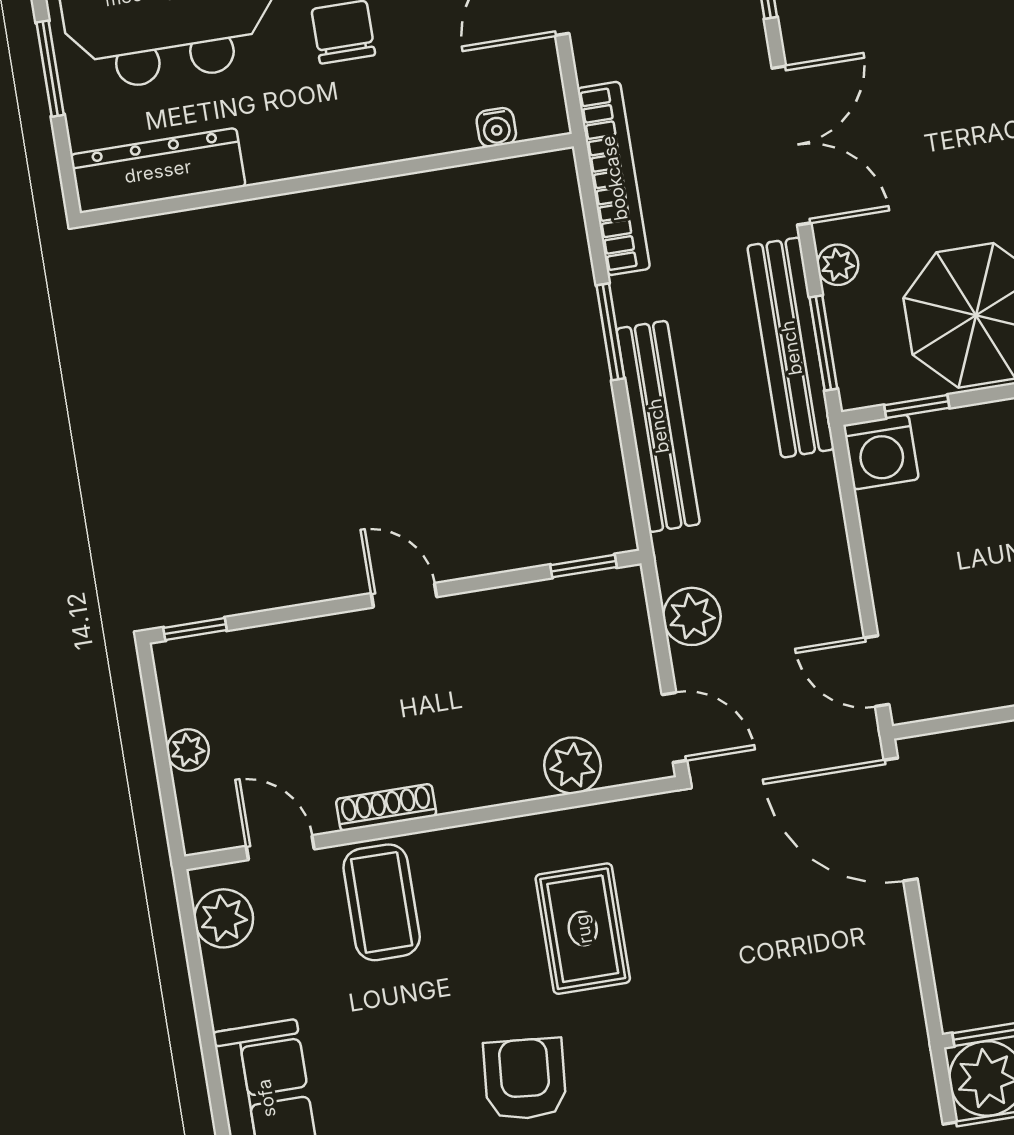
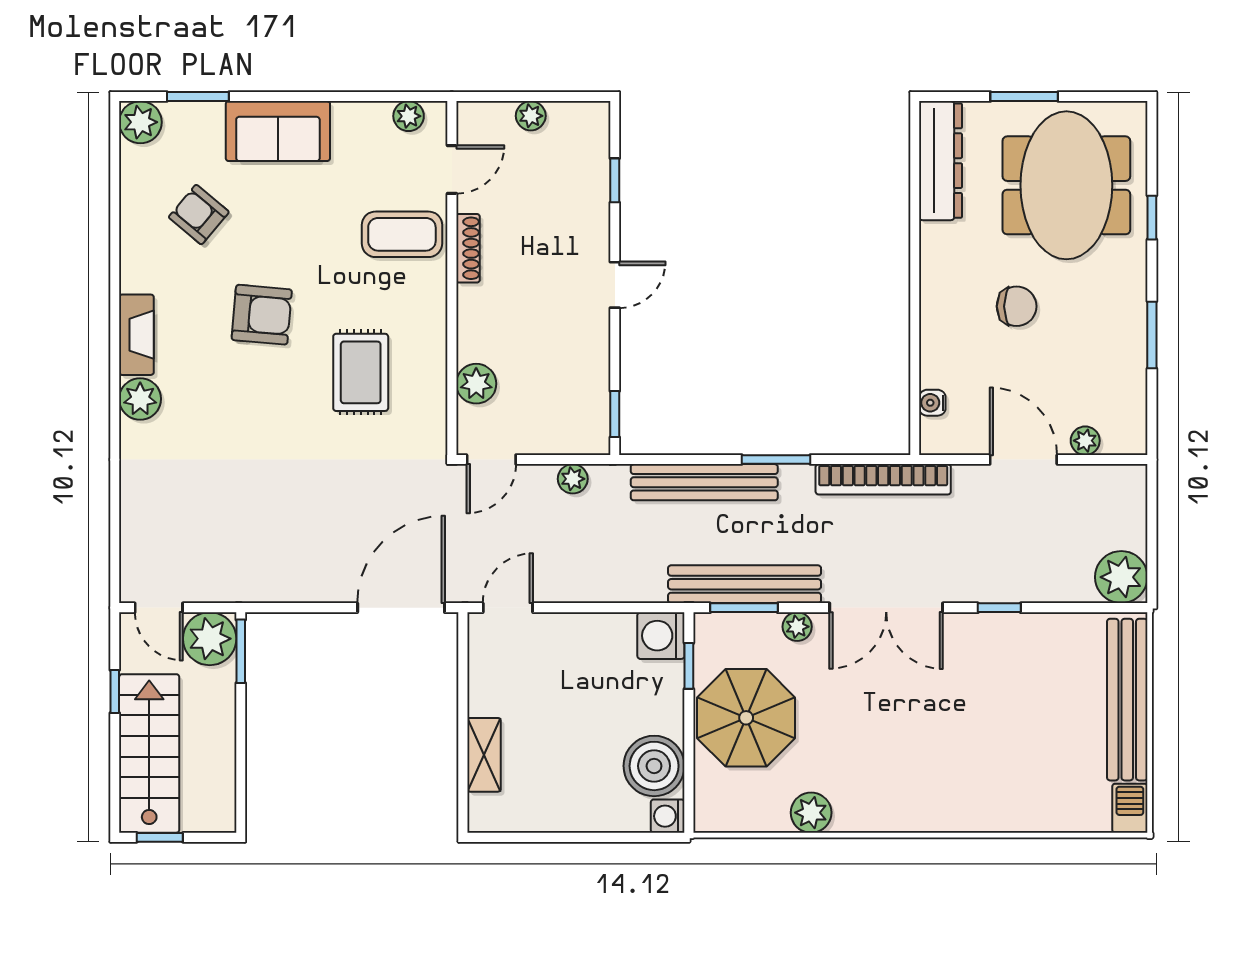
plant: (692, 616) -> (573, 479), width x0.73, depth x0.73
window: (195, 629) -> (615, 180), moved
plant: (224, 918) -> (409, 116), width x0.73, depth x0.73
rug: (583, 929) -> (361, 372), turned 90

